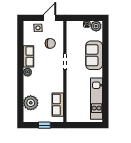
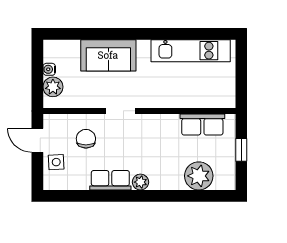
plant: (96, 26) -> (53, 87), moved

